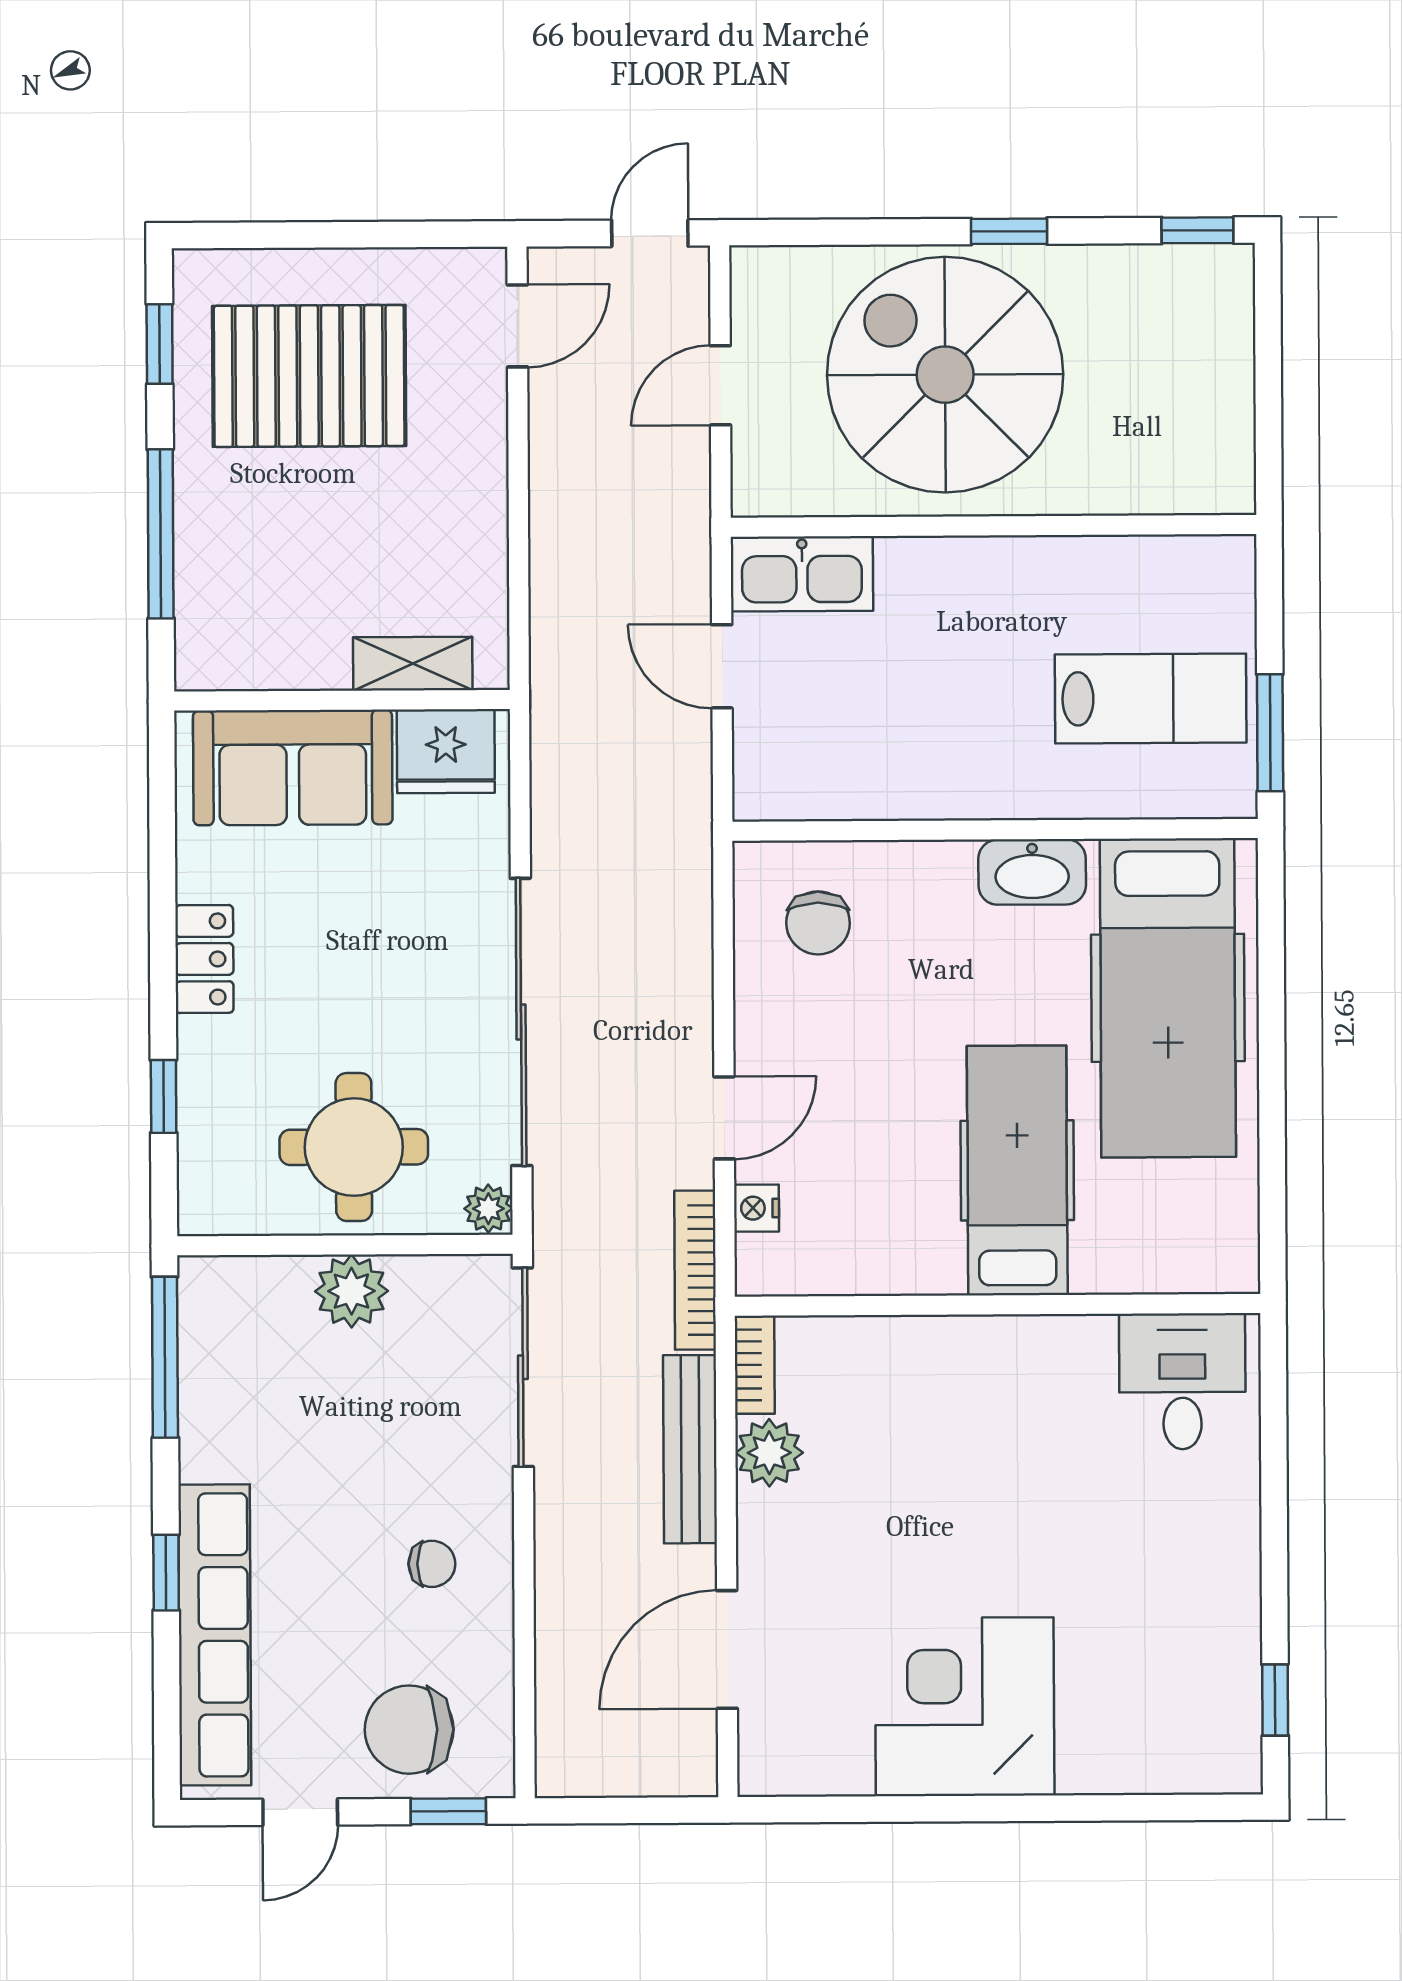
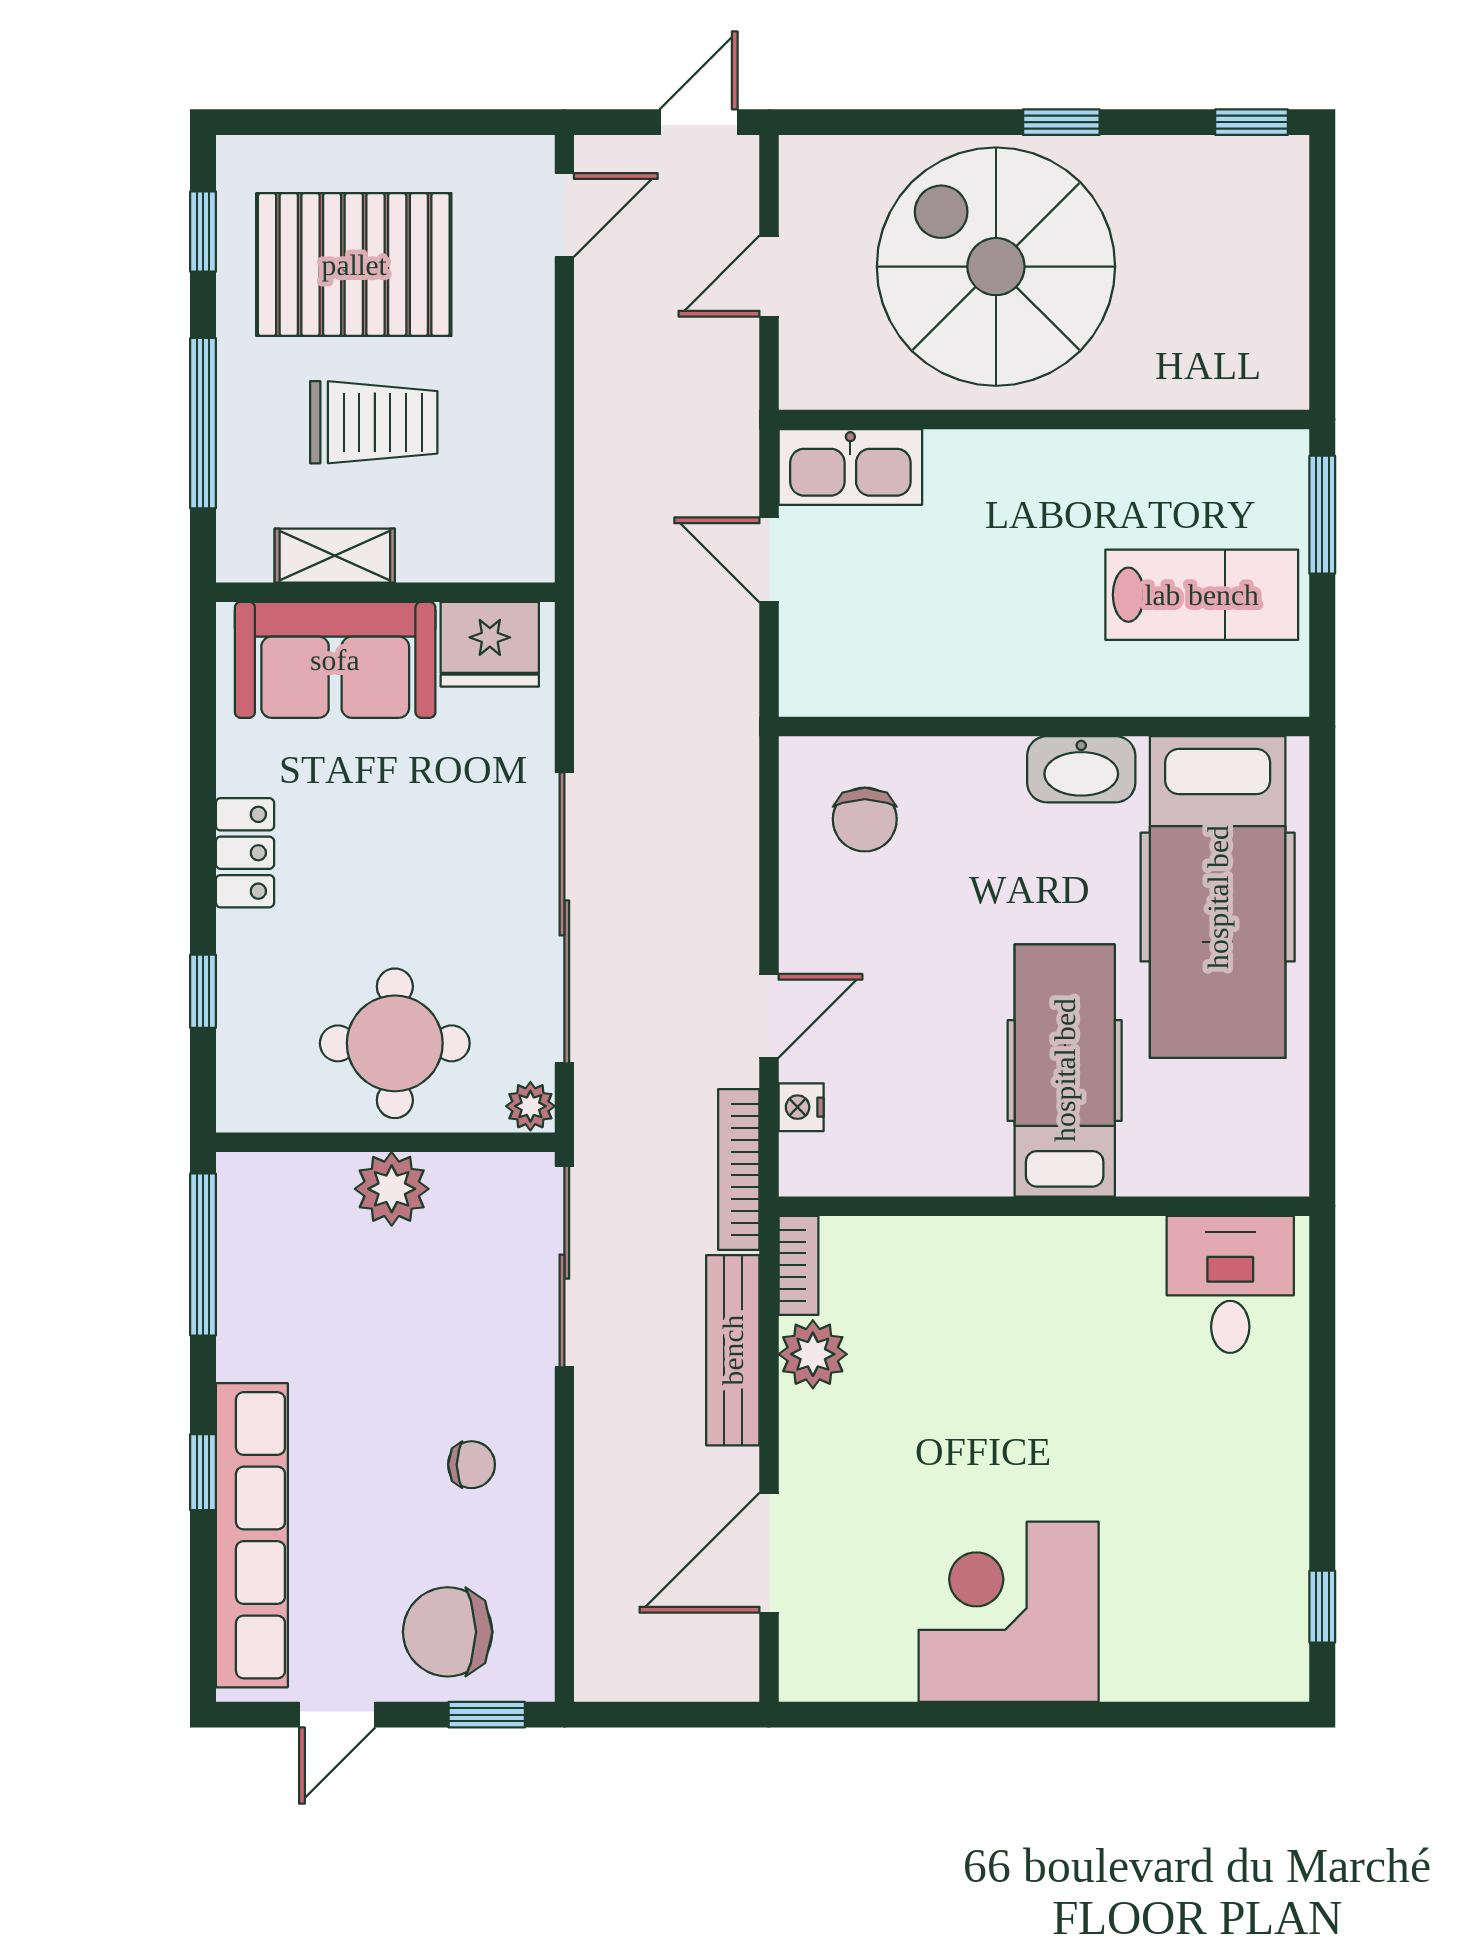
trolley: (330, 532) -> (374, 422), added
shelving: (413, 664) -> (335, 556), moved
window: (1270, 733) -> (1322, 515), moved

